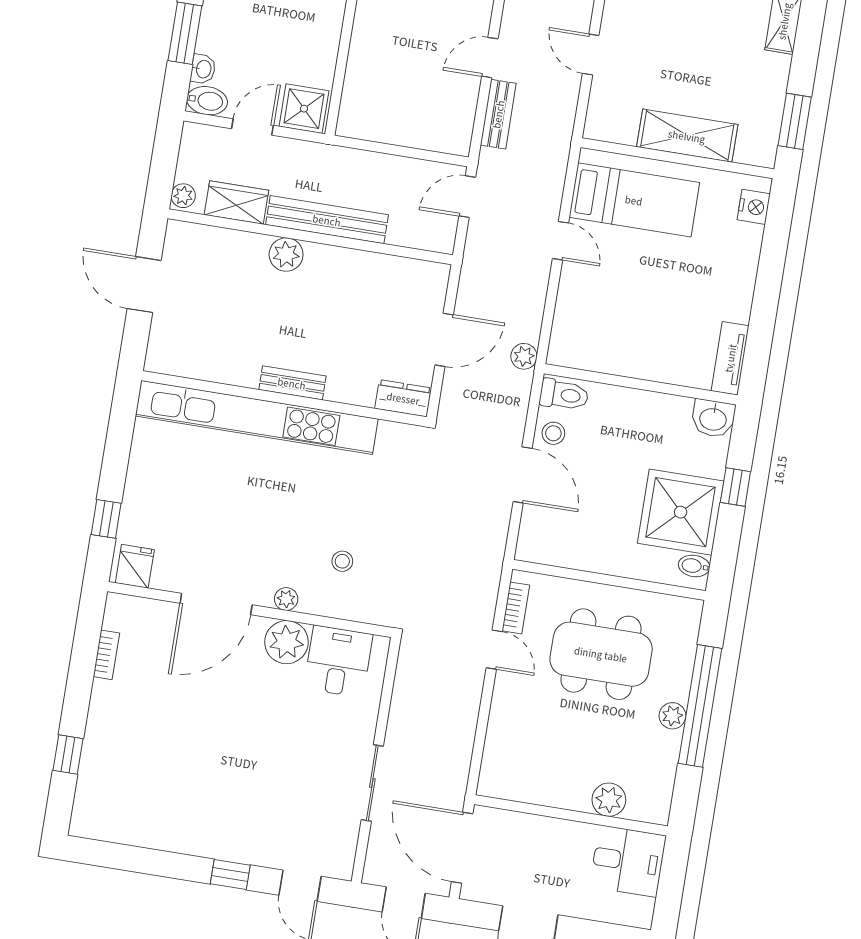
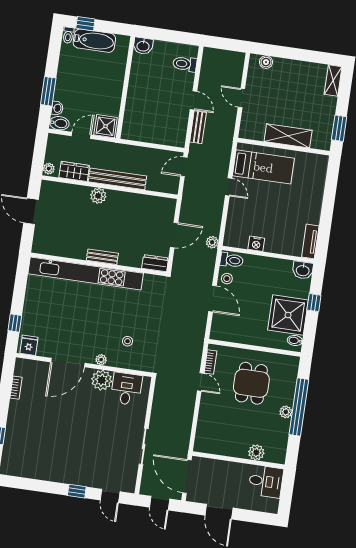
door: (490, 58) -> (193, 100), swing flipped
nightstand: (754, 207) -> (256, 244), moved, turned 90
dining table: (601, 654) -> (251, 383), width x0.73

